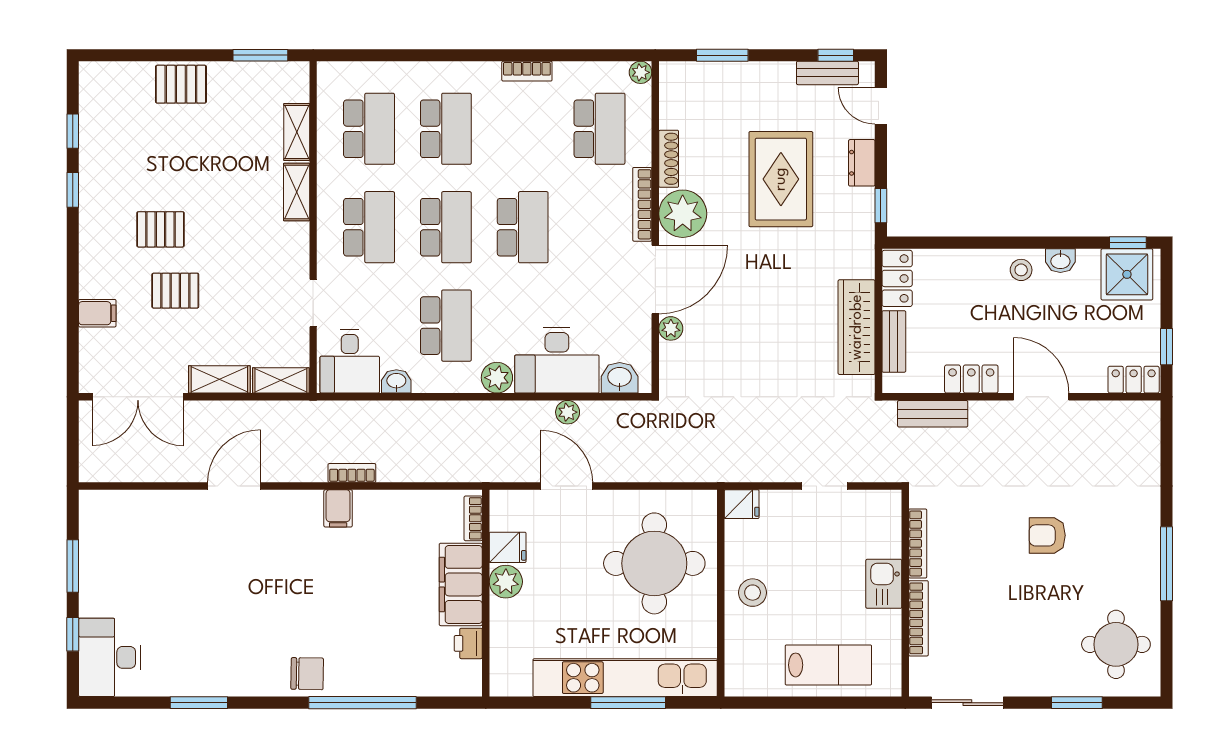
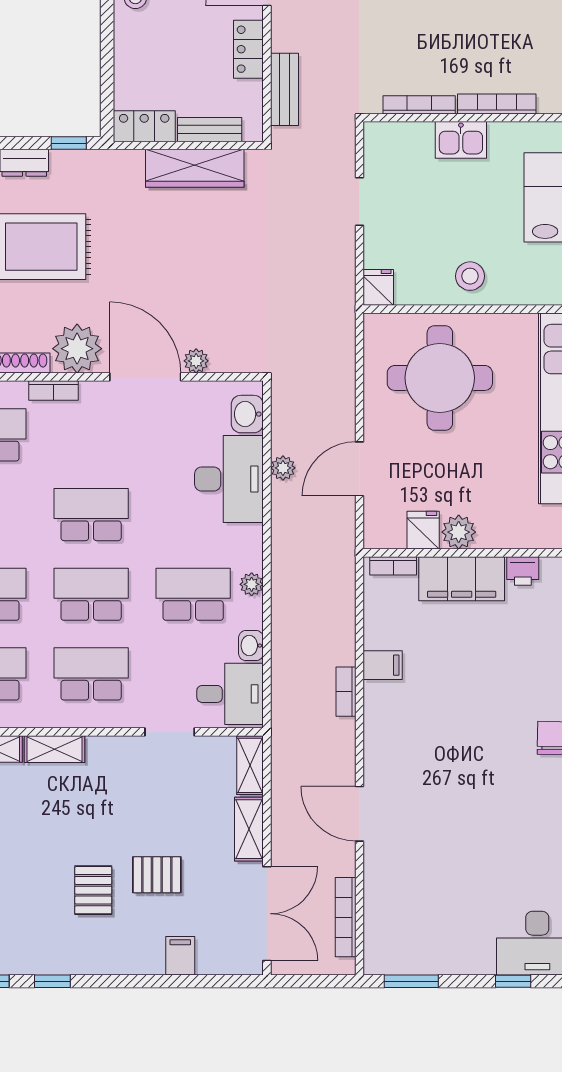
bookcase: (642, 204) -> (53, 390), width x0.64
pallet: (175, 291) -> (157, 875), turned 90
plant: (497, 378) -> (252, 584), moved, width x0.73, depth x0.73
bookcase: (134, 473) -> (346, 917), added
filing cabinet: (338, 508) -> (383, 665), moved
window: (73, 566) -> (411, 981), moved

